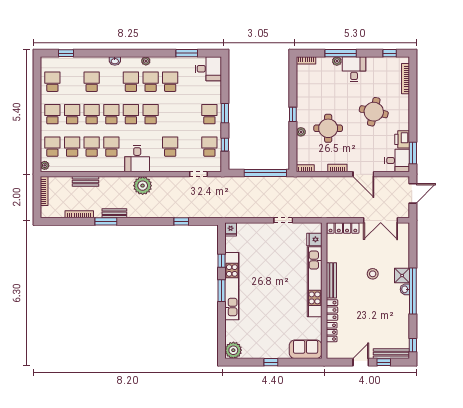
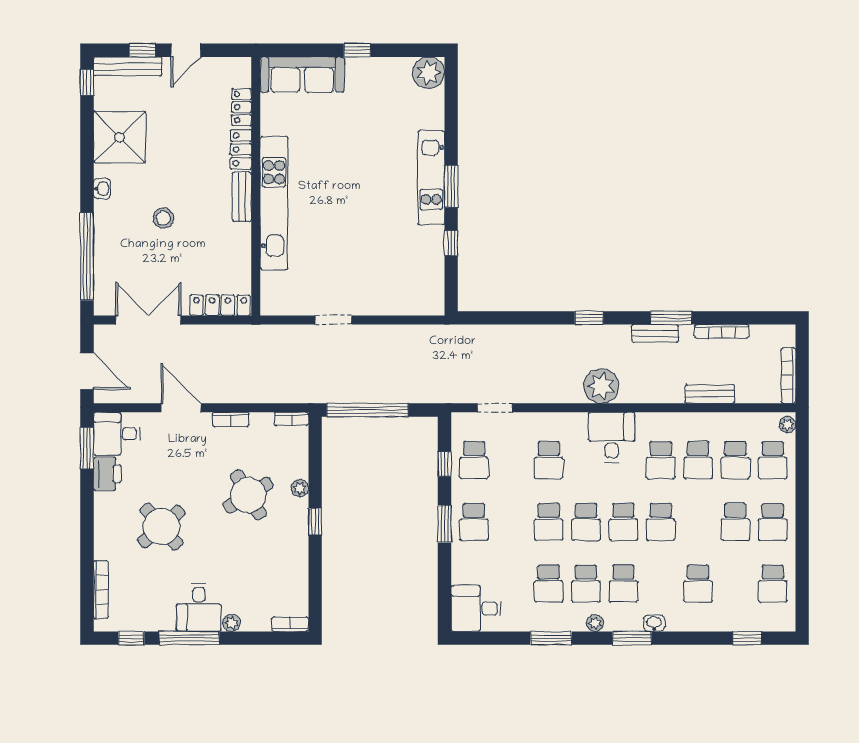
window: (126, 53) -> (632, 638), added
window: (187, 53) -> (551, 638), moved
window: (341, 53) -> (189, 638), moved
round table: (374, 112) -> (161, 527), turned 36
school desk: (92, 114) -> (549, 522), moved
round table: (328, 128) -> (248, 495), turned -31
door: (413, 193) -> (87, 371), swing flipped
window: (181, 221) -> (589, 318), moved
fridge: (231, 229) -> (434, 303), removed
fridge: (314, 239) -> (275, 283), removed
shower: (402, 276) -> (120, 137), moved, width x1.86, depth x1.86
bench: (331, 280) -> (242, 197), width x0.73
kitchen unit: (232, 286) -> (431, 178), width x0.73
window: (413, 291) -> (87, 256), moved
sofa: (306, 349) -> (302, 75), width x1.36

